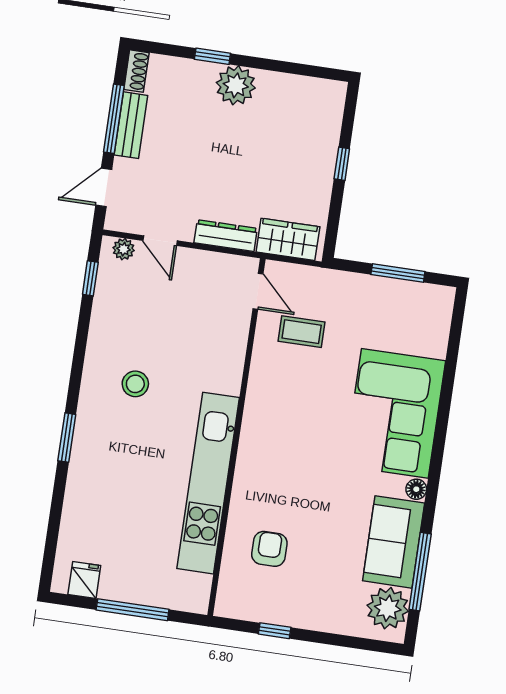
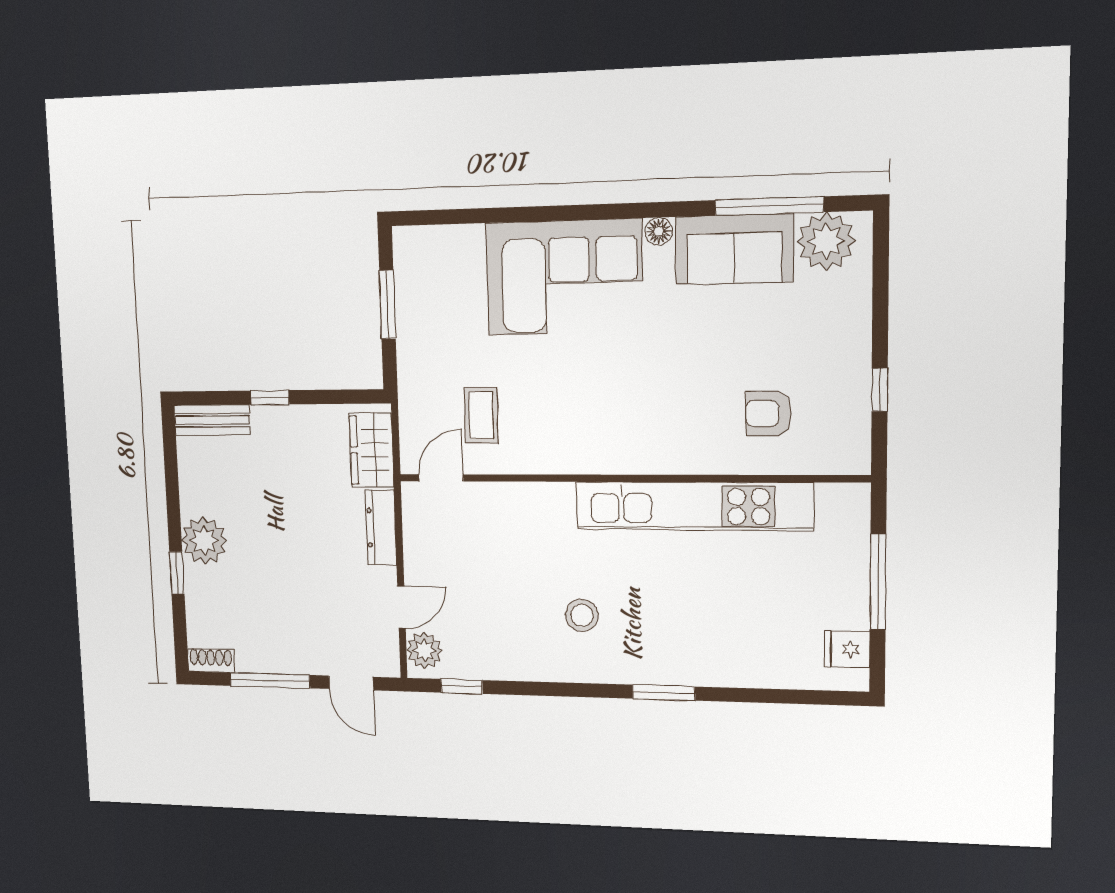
bench: (131, 125) -> (212, 420), moved
plant: (124, 249) -> (424, 650), width x1.38, depth x1.38

